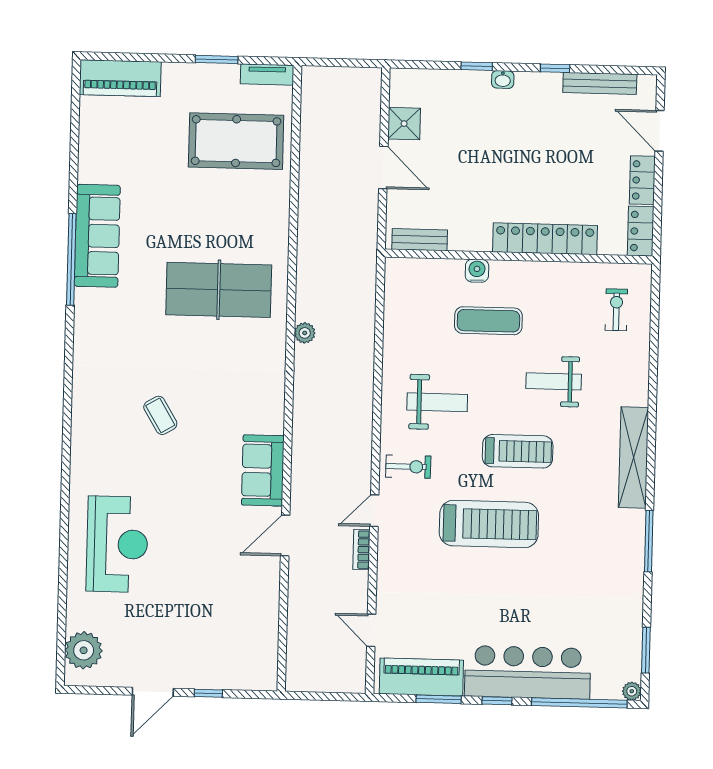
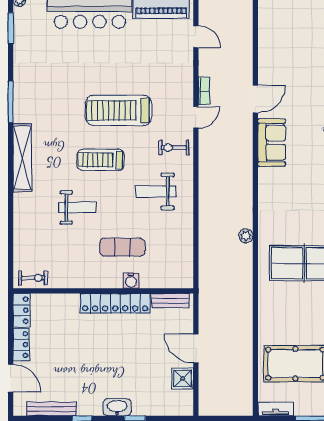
washbasin: (503, 79) -> (117, 407), width x1.91, depth x1.45
locker: (545, 239) -> (115, 303), moved
exercise bike: (616, 310) -> (33, 278), moved, turned -91

